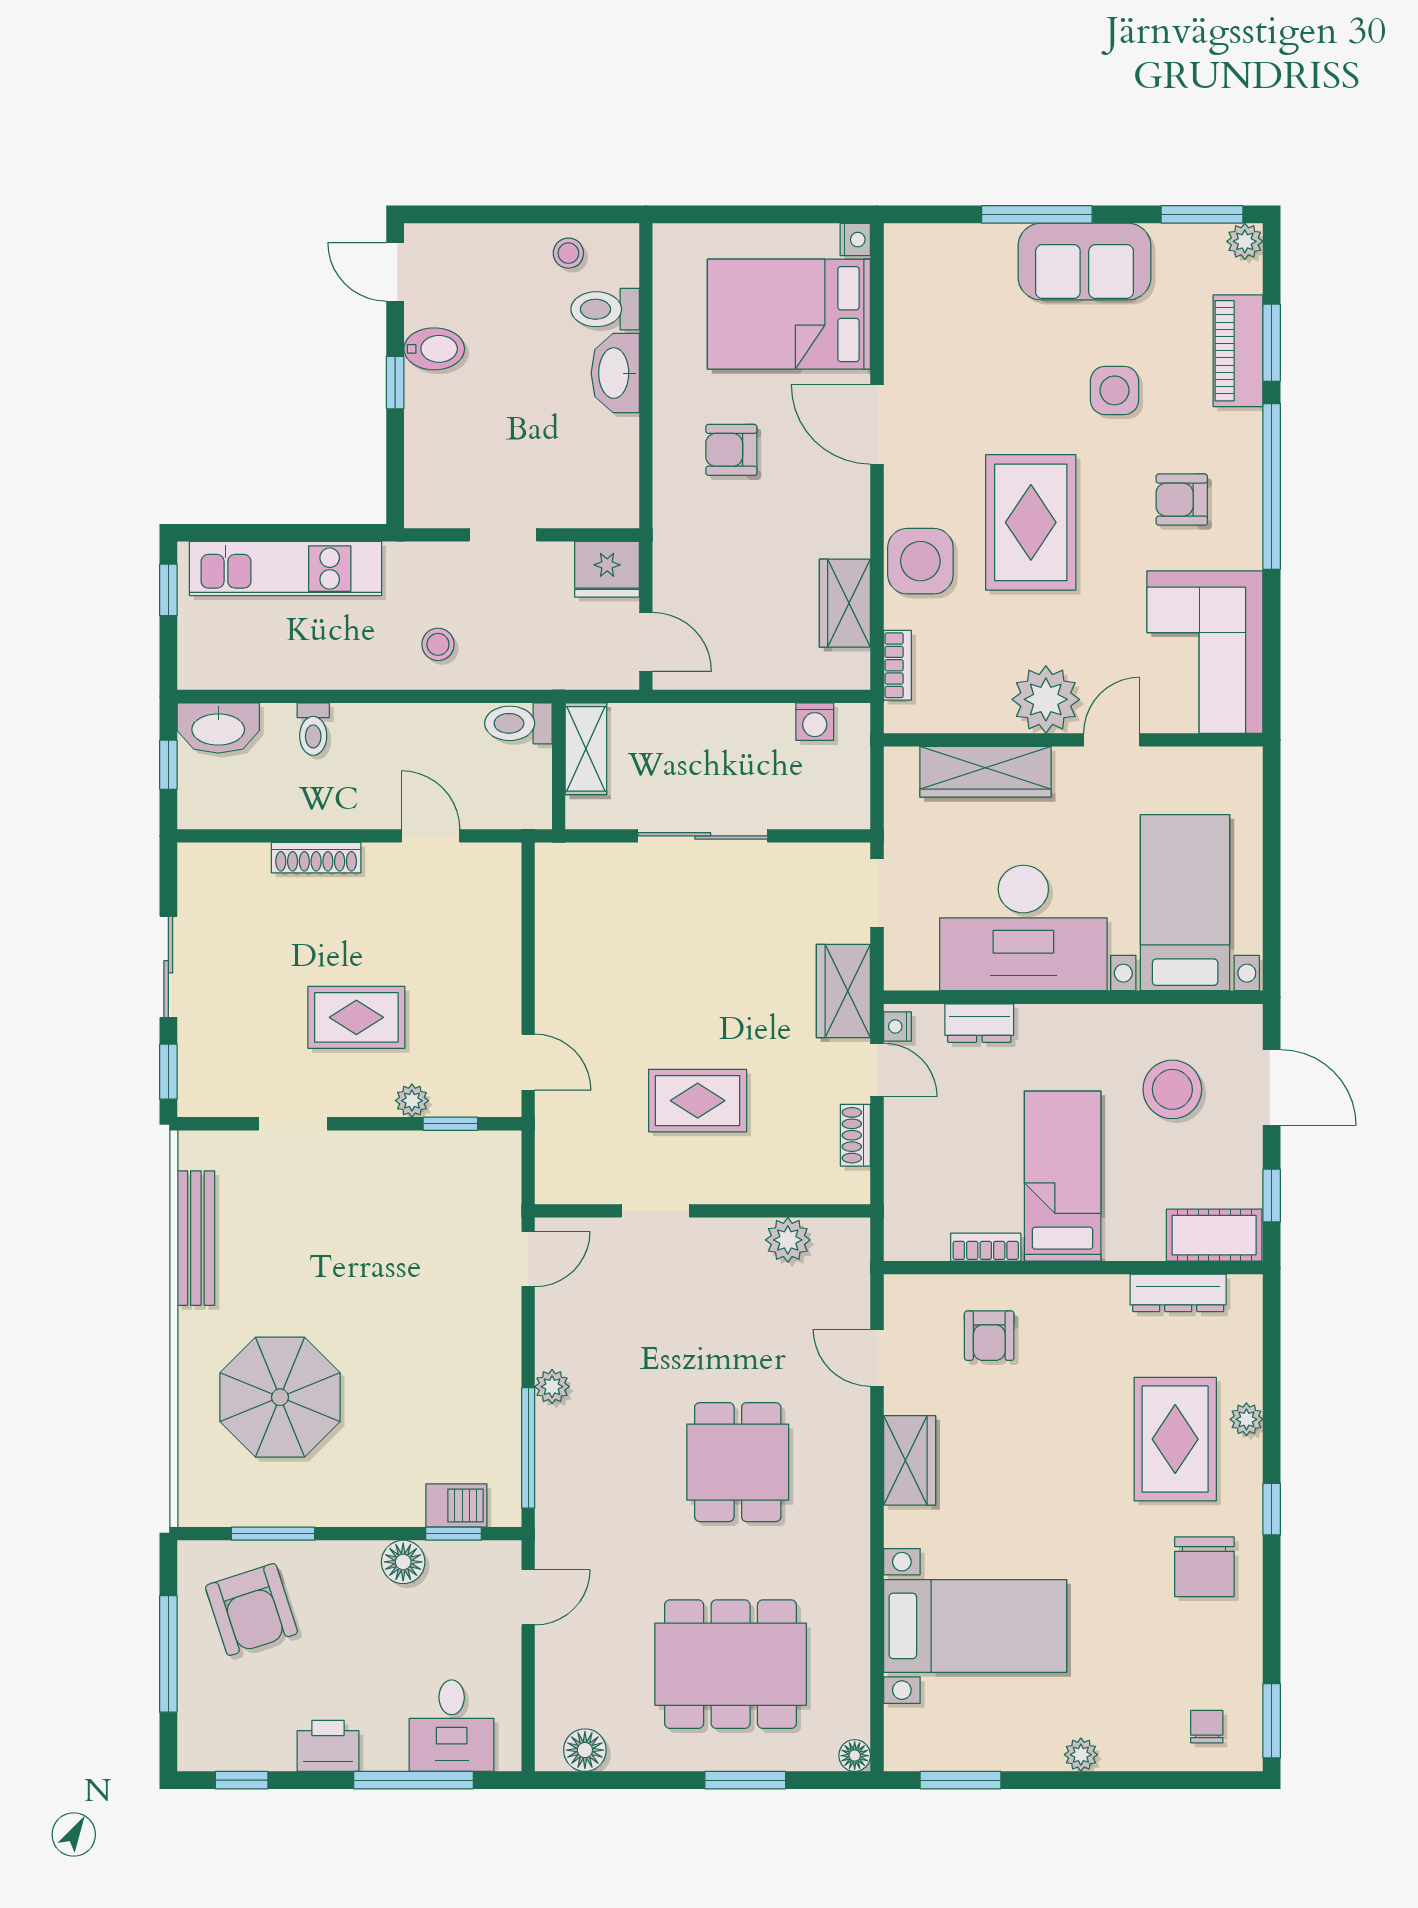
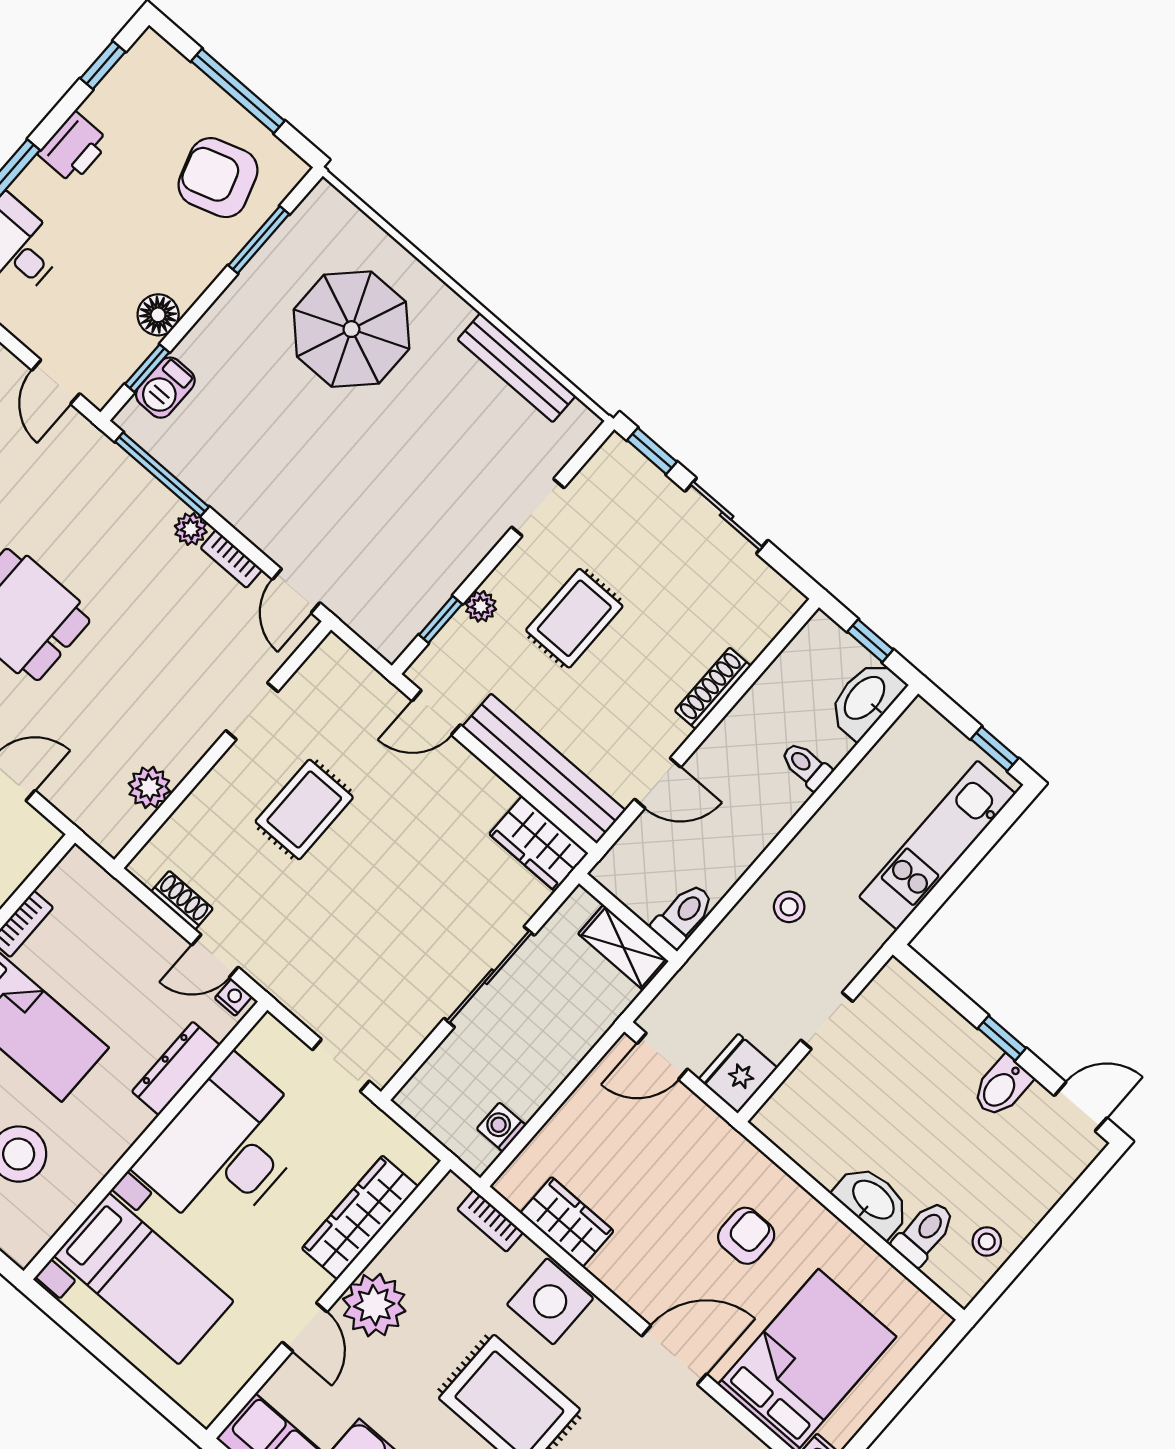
bench: (498, 937) -> (544, 769), added
wardrobe: (843, 991) -> (539, 844), moved, turned 180
dresser: (979, 1023) -> (176, 1068), width x1.44
bookcase: (548, 1333) -> (231, 559), added

